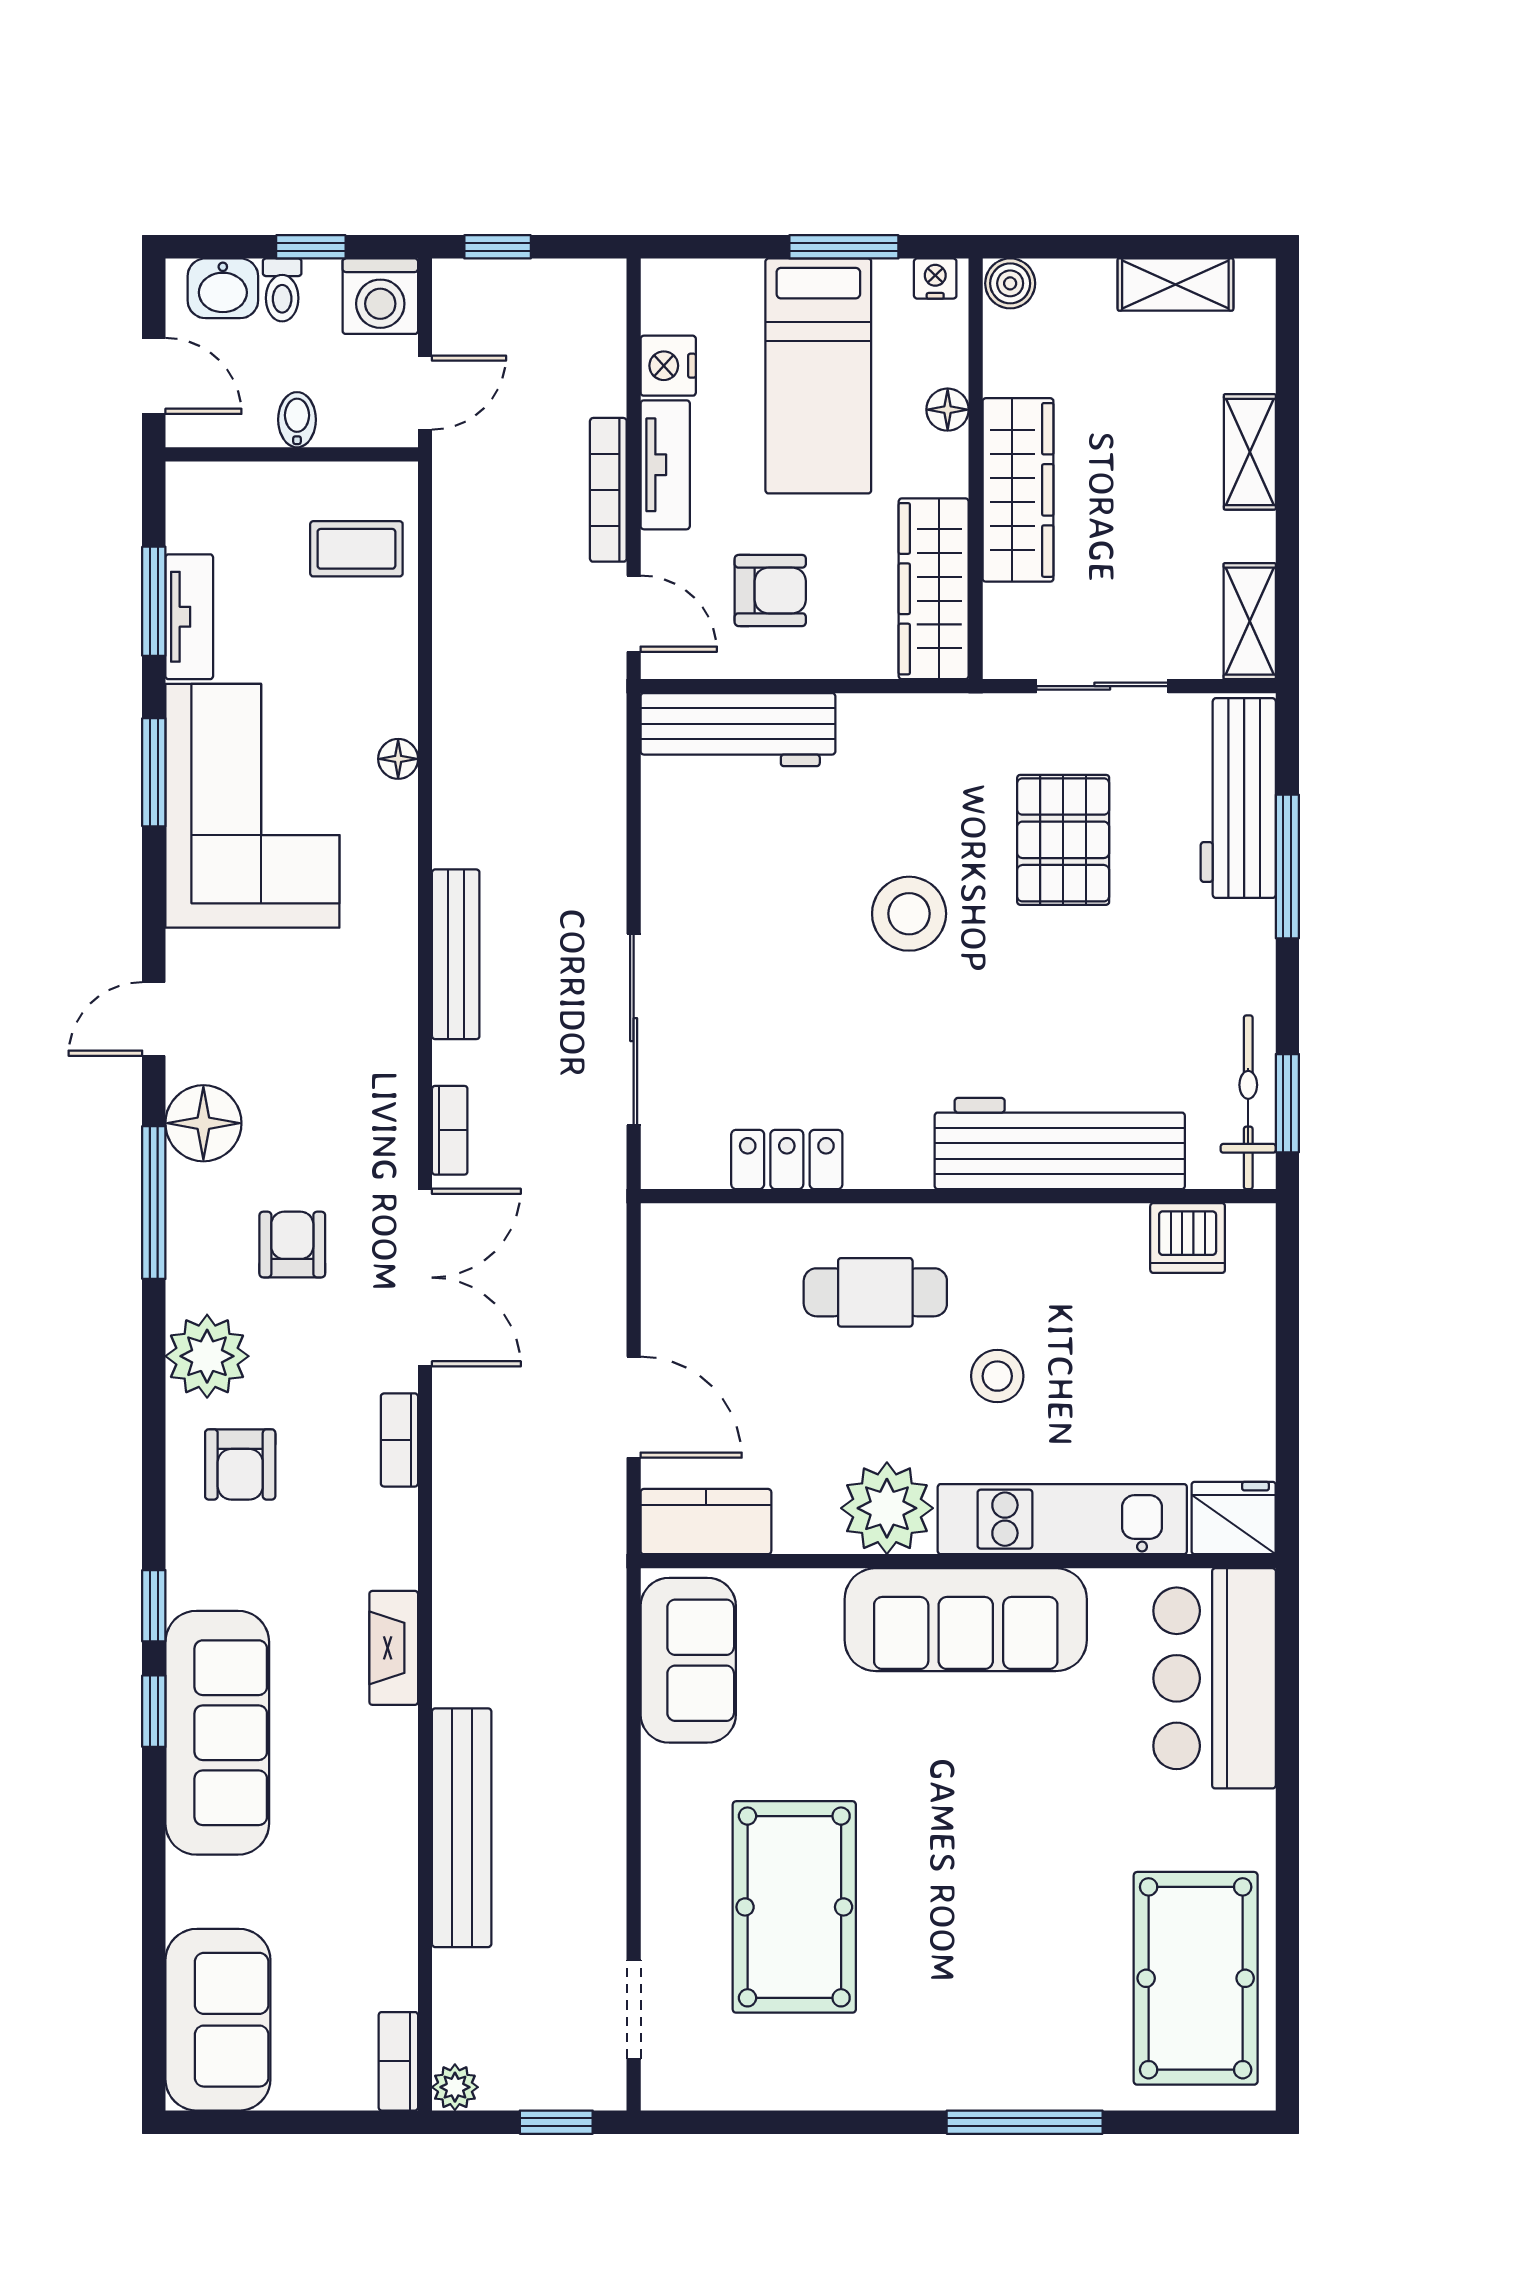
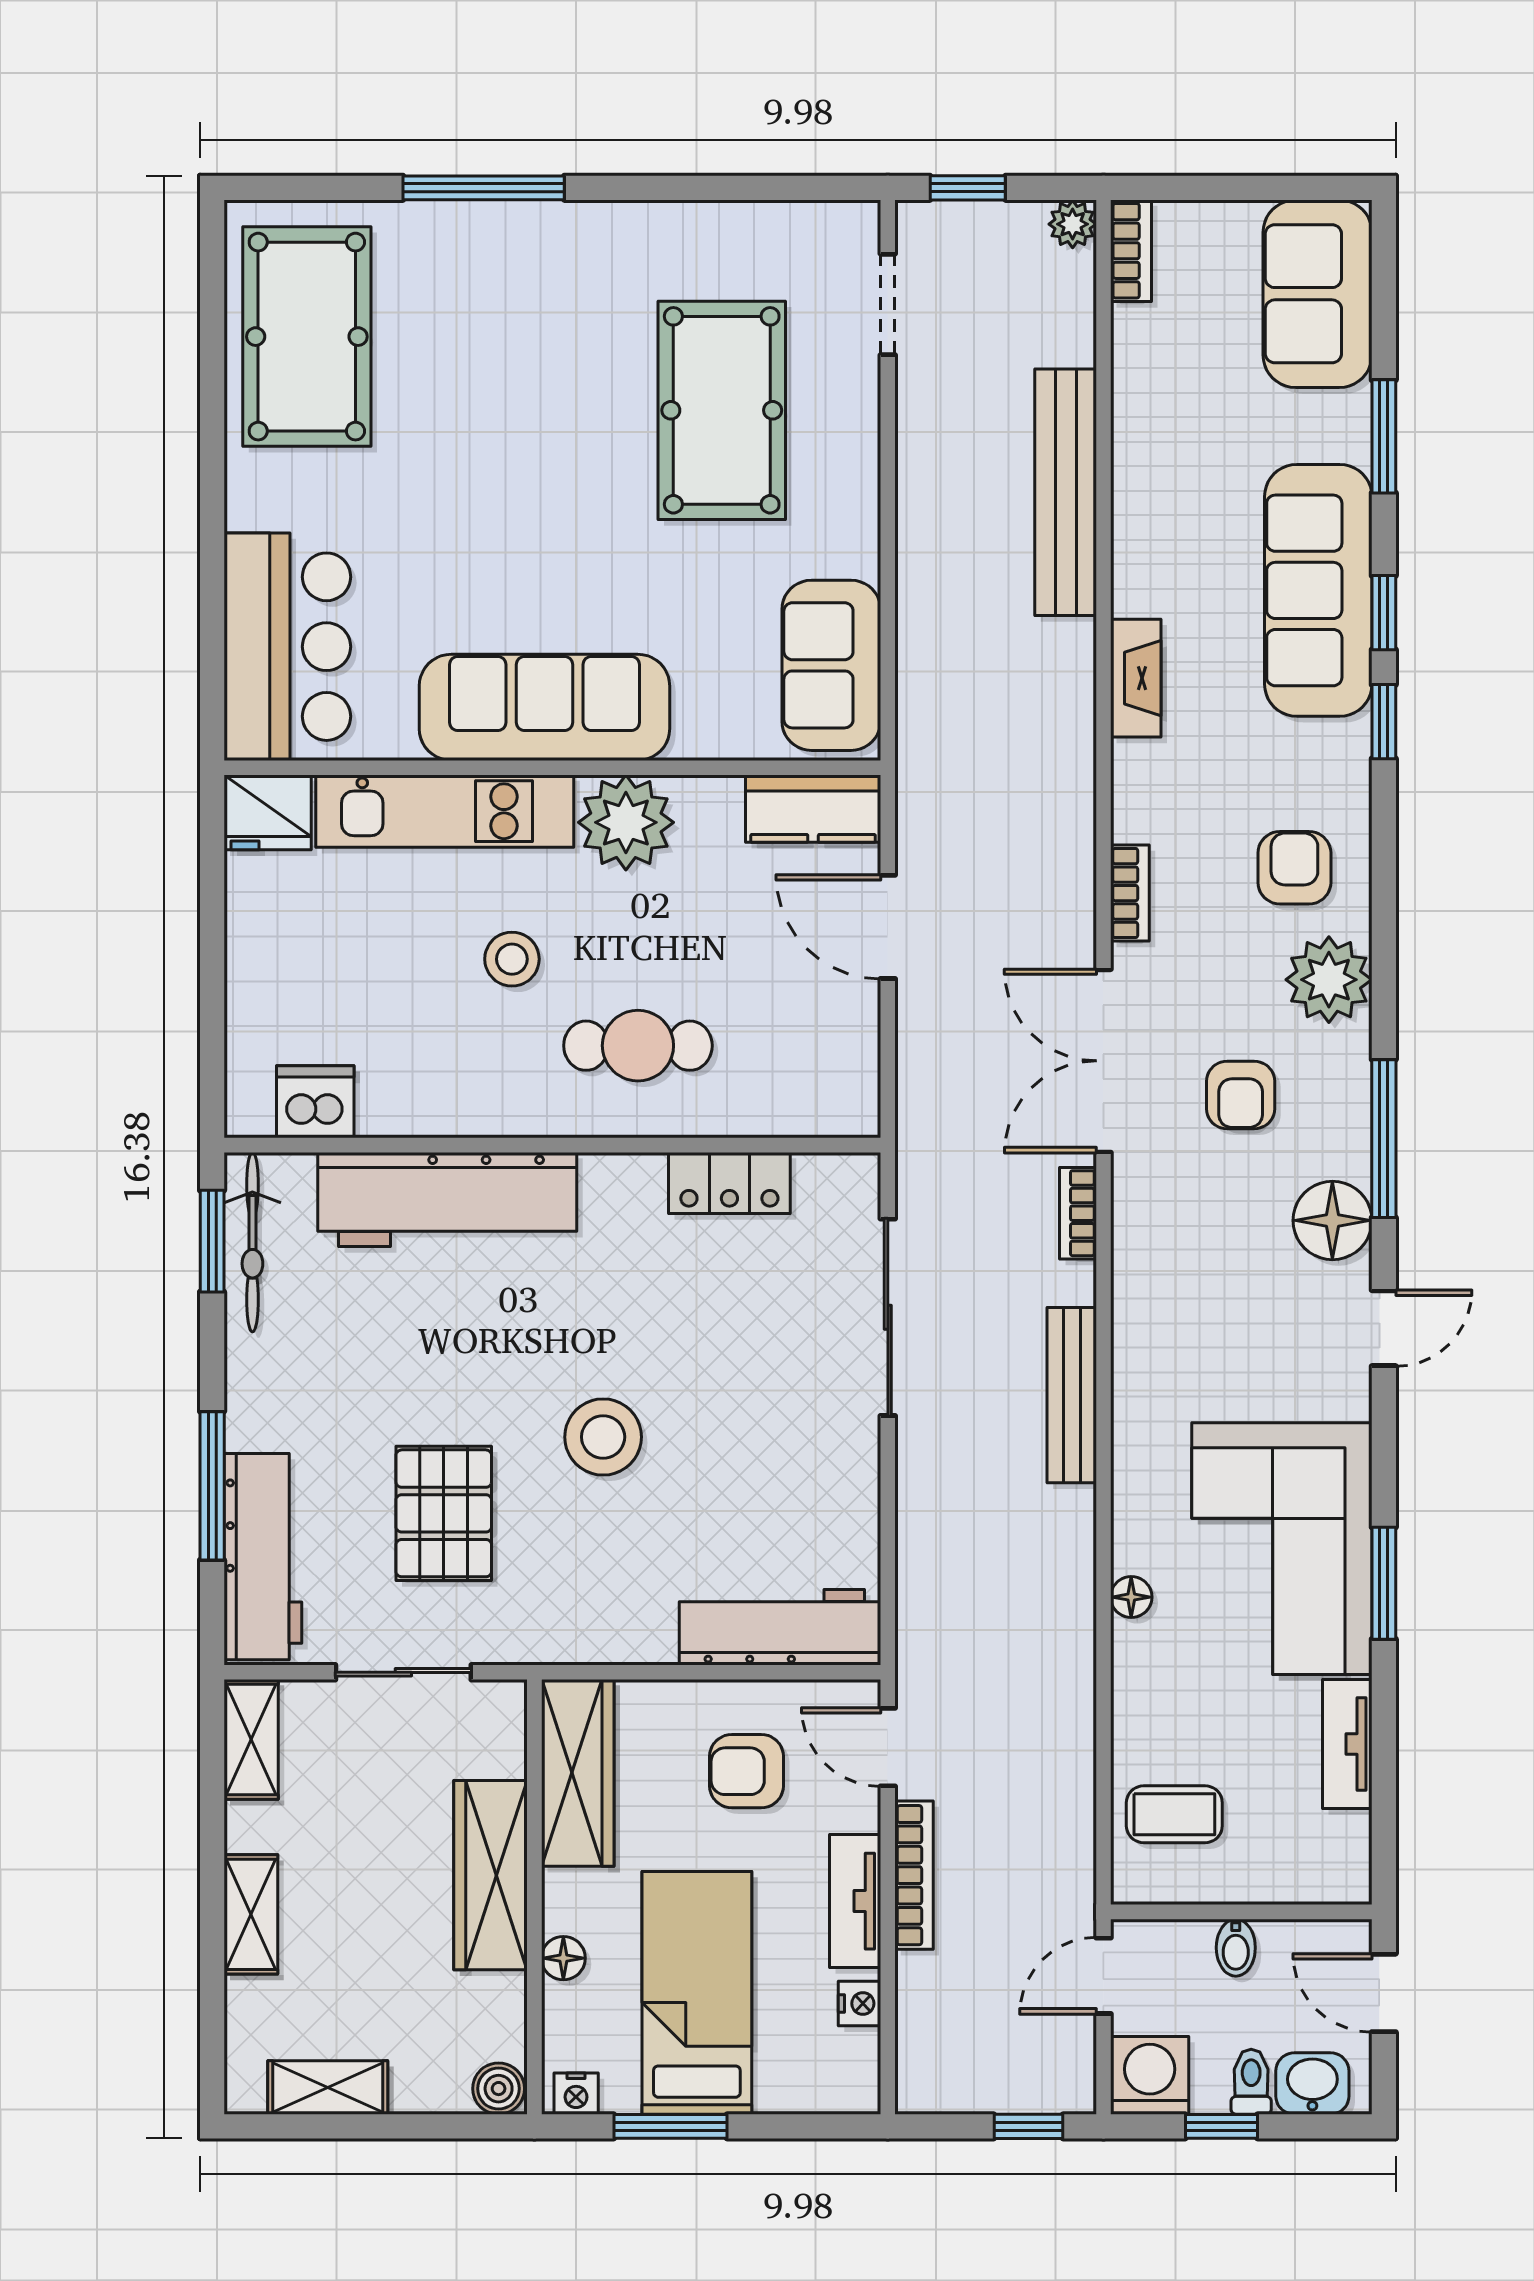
nightstand: (668, 366) -> (859, 2003), width x0.72, depth x0.74
window: (154, 601) -> (1384, 436), moved

